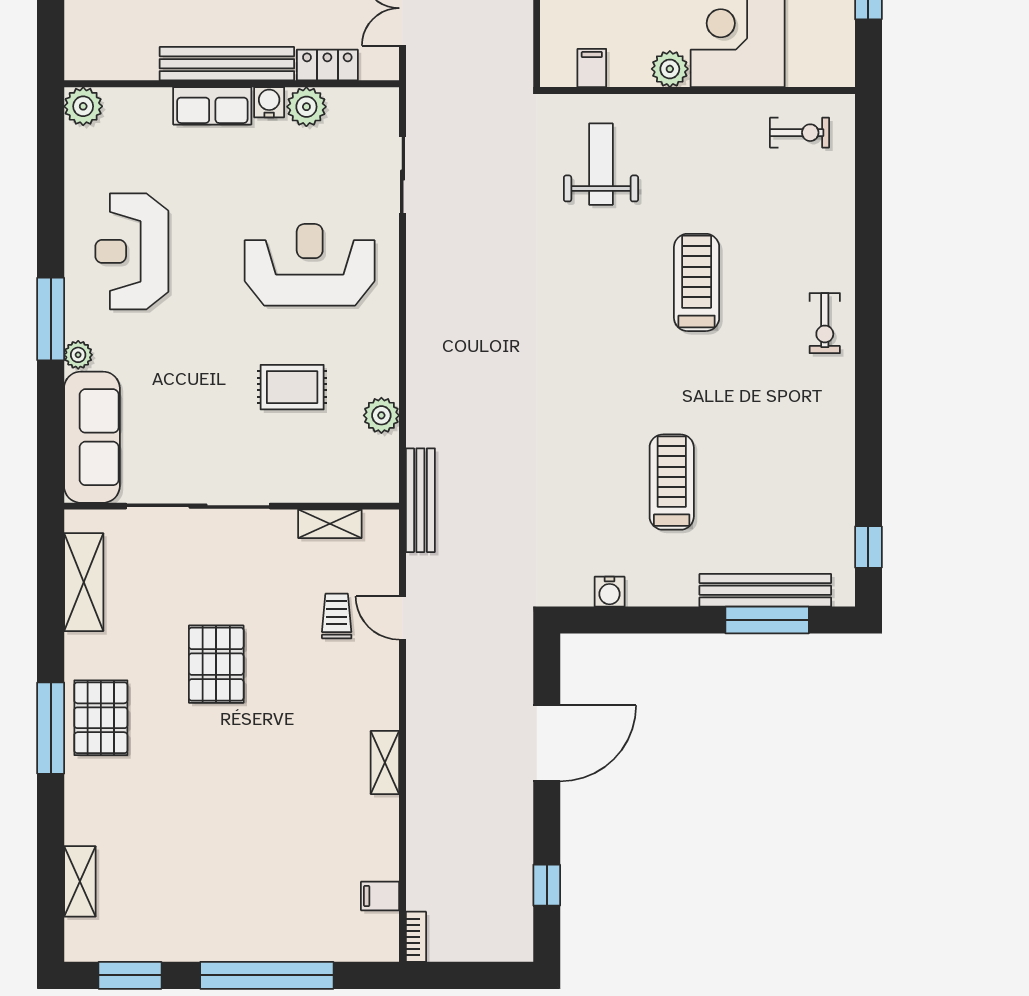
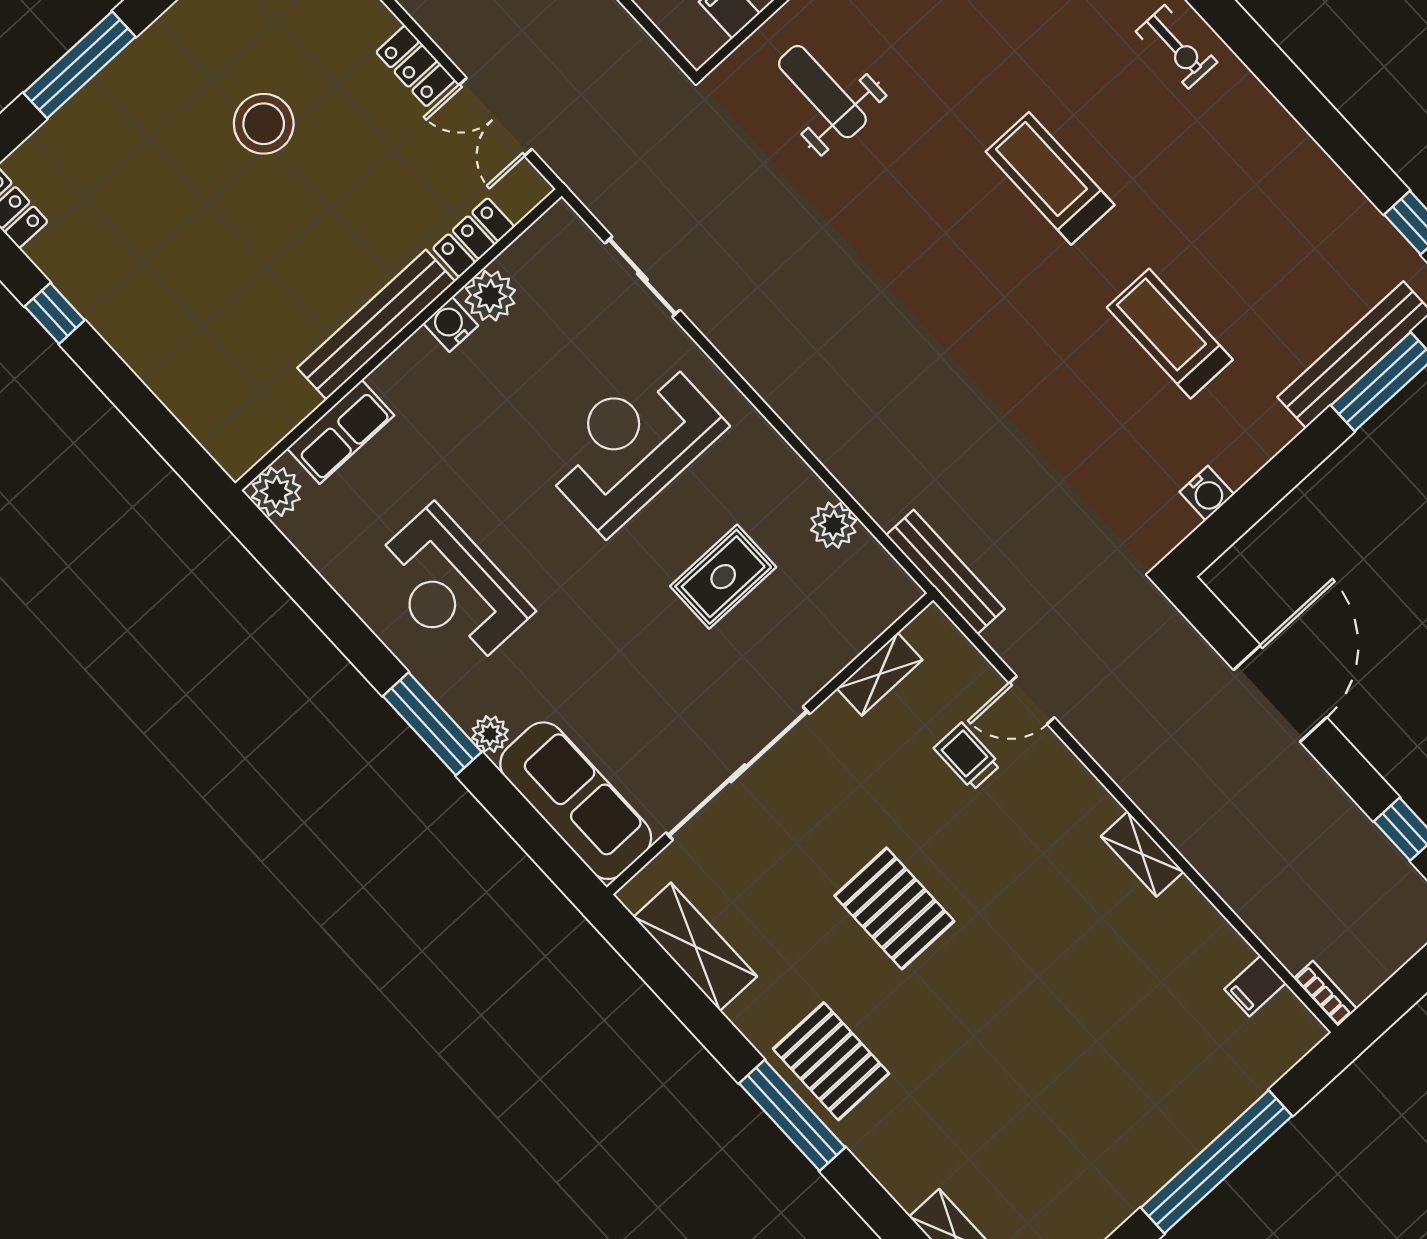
row of seats: (212, 106) -> (341, 432), moved
treadmill: (697, 282) -> (1050, 178), moved

